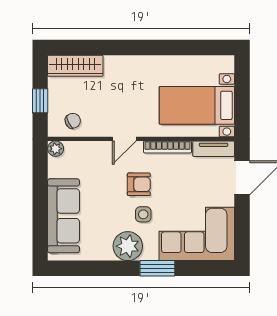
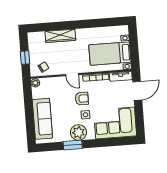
wardrobe: (75, 66) -> (60, 36), moved
door: (124, 139) -> (72, 75), hinge flipped
window: (157, 268) -> (73, 145), moved

